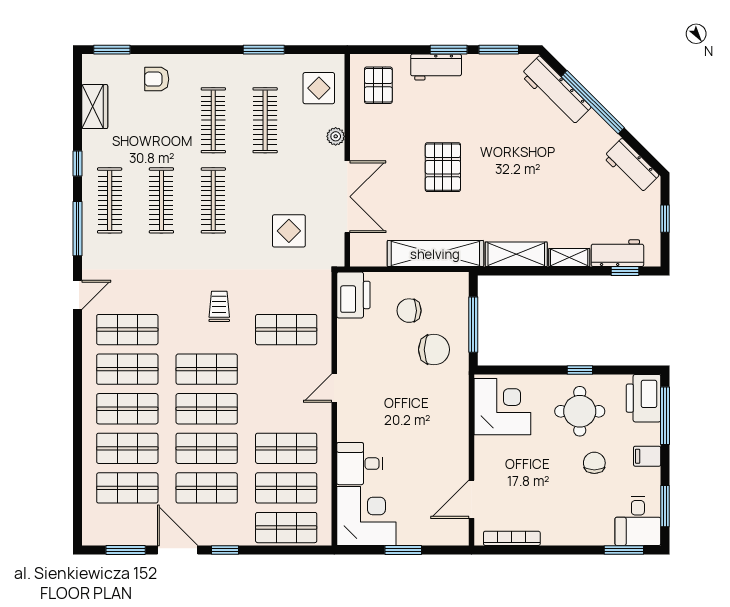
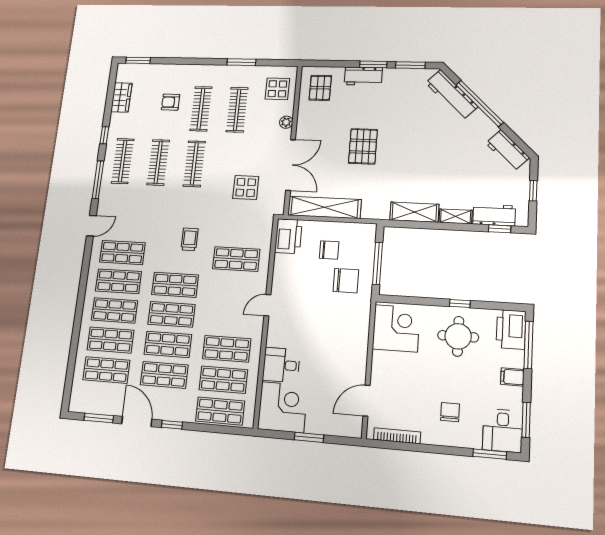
armchair: (157, 79) -> (171, 102), moved
shelving: (435, 254) -> (324, 207), moved
chair: (409, 311) -> (329, 250), turned 180
chair: (594, 463) -> (450, 412), moved

